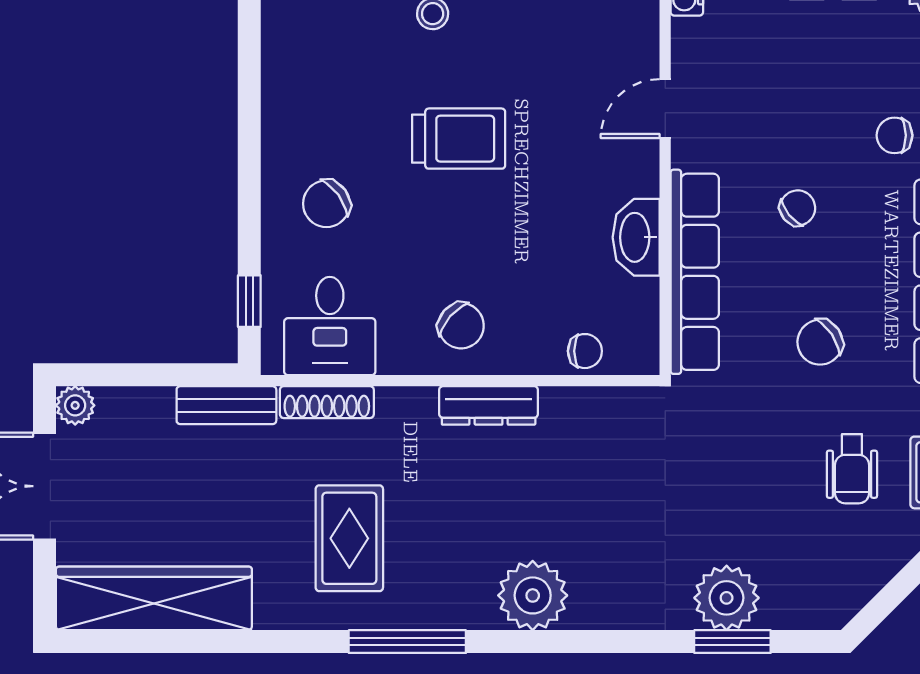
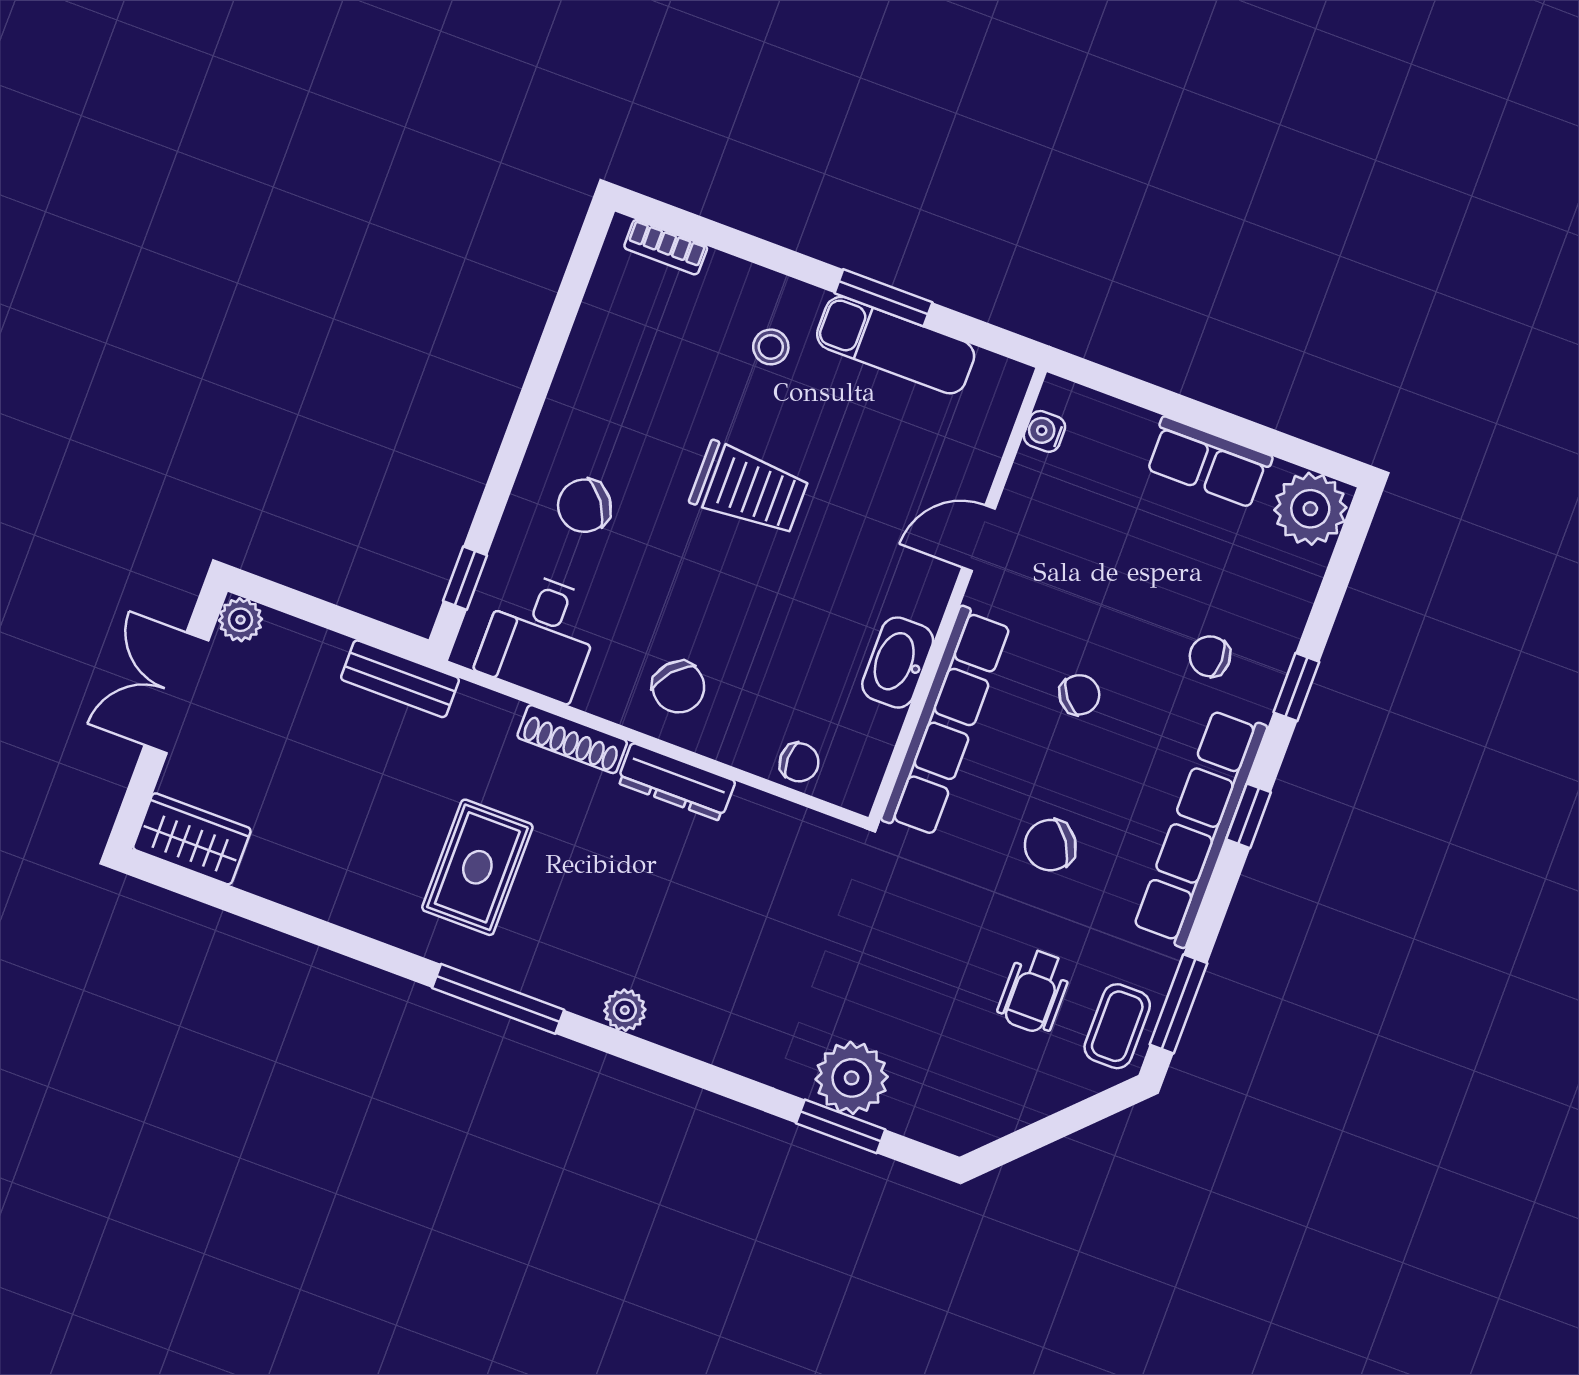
shoe rack: (327, 402) -> (572, 739), moved
plant: (533, 595) -> (625, 1010), width x0.53, depth x0.53
wardrobe: (154, 598) -> (192, 839), width x0.48, depth x0.85

